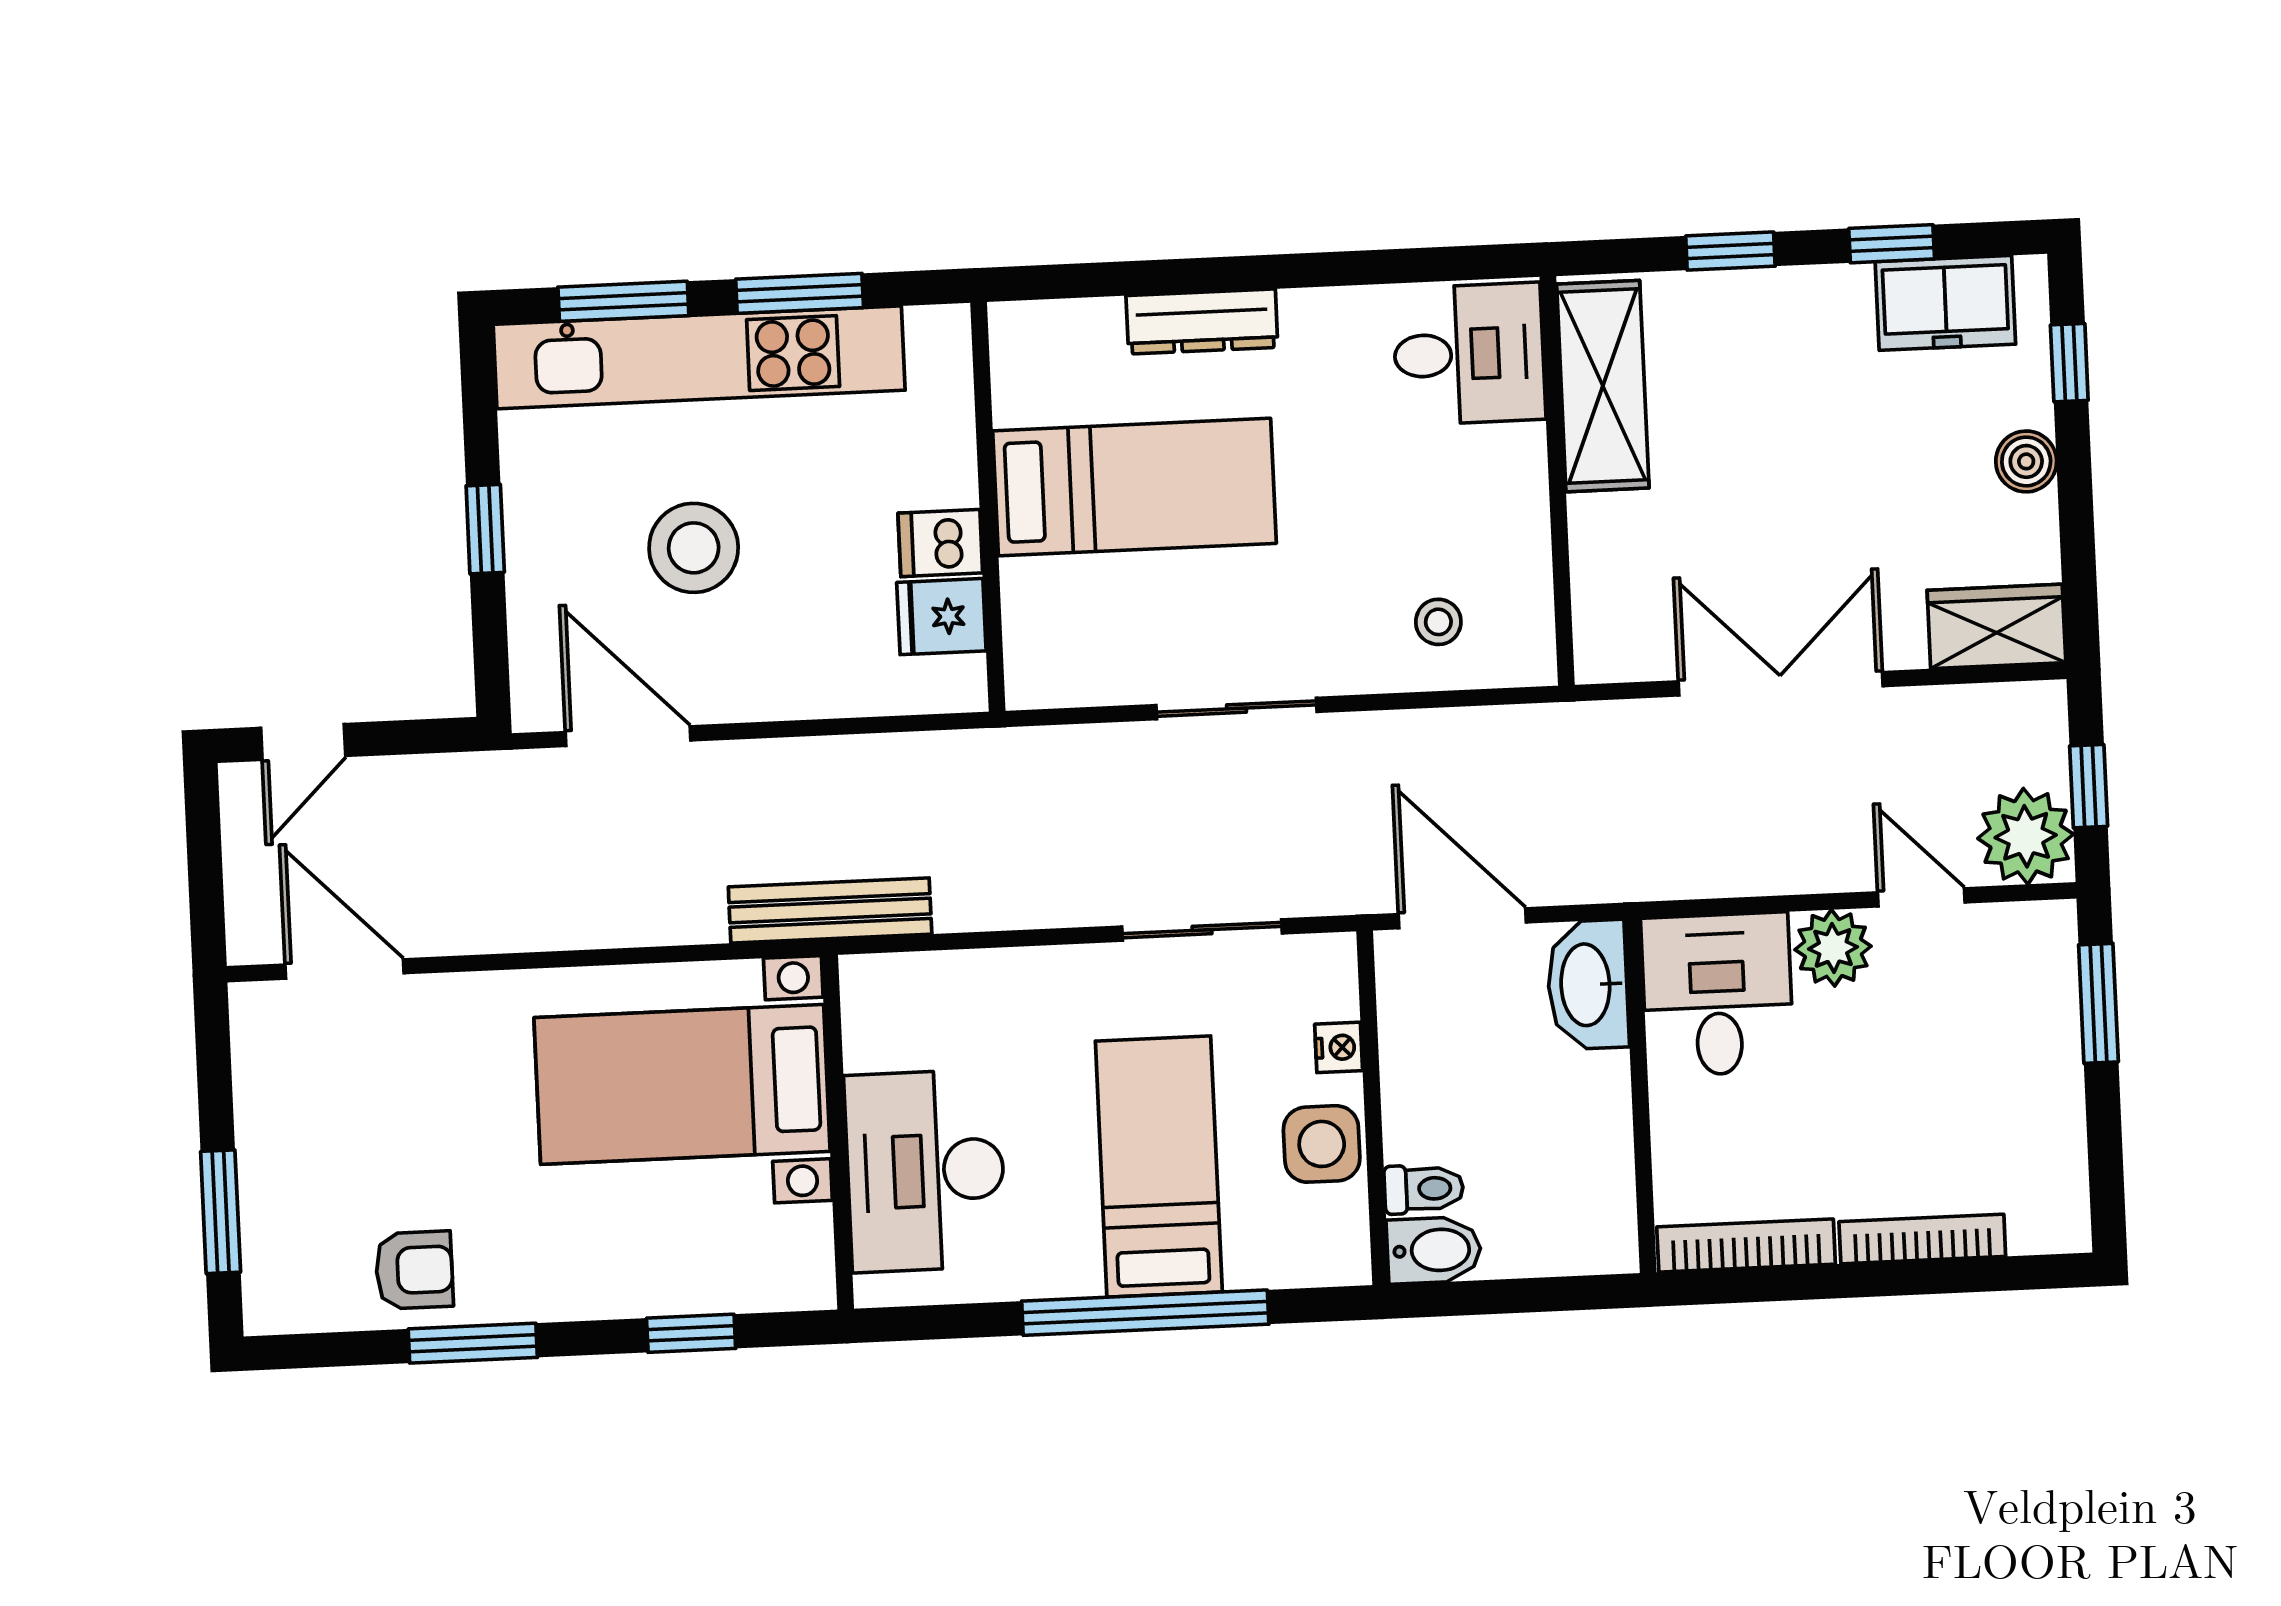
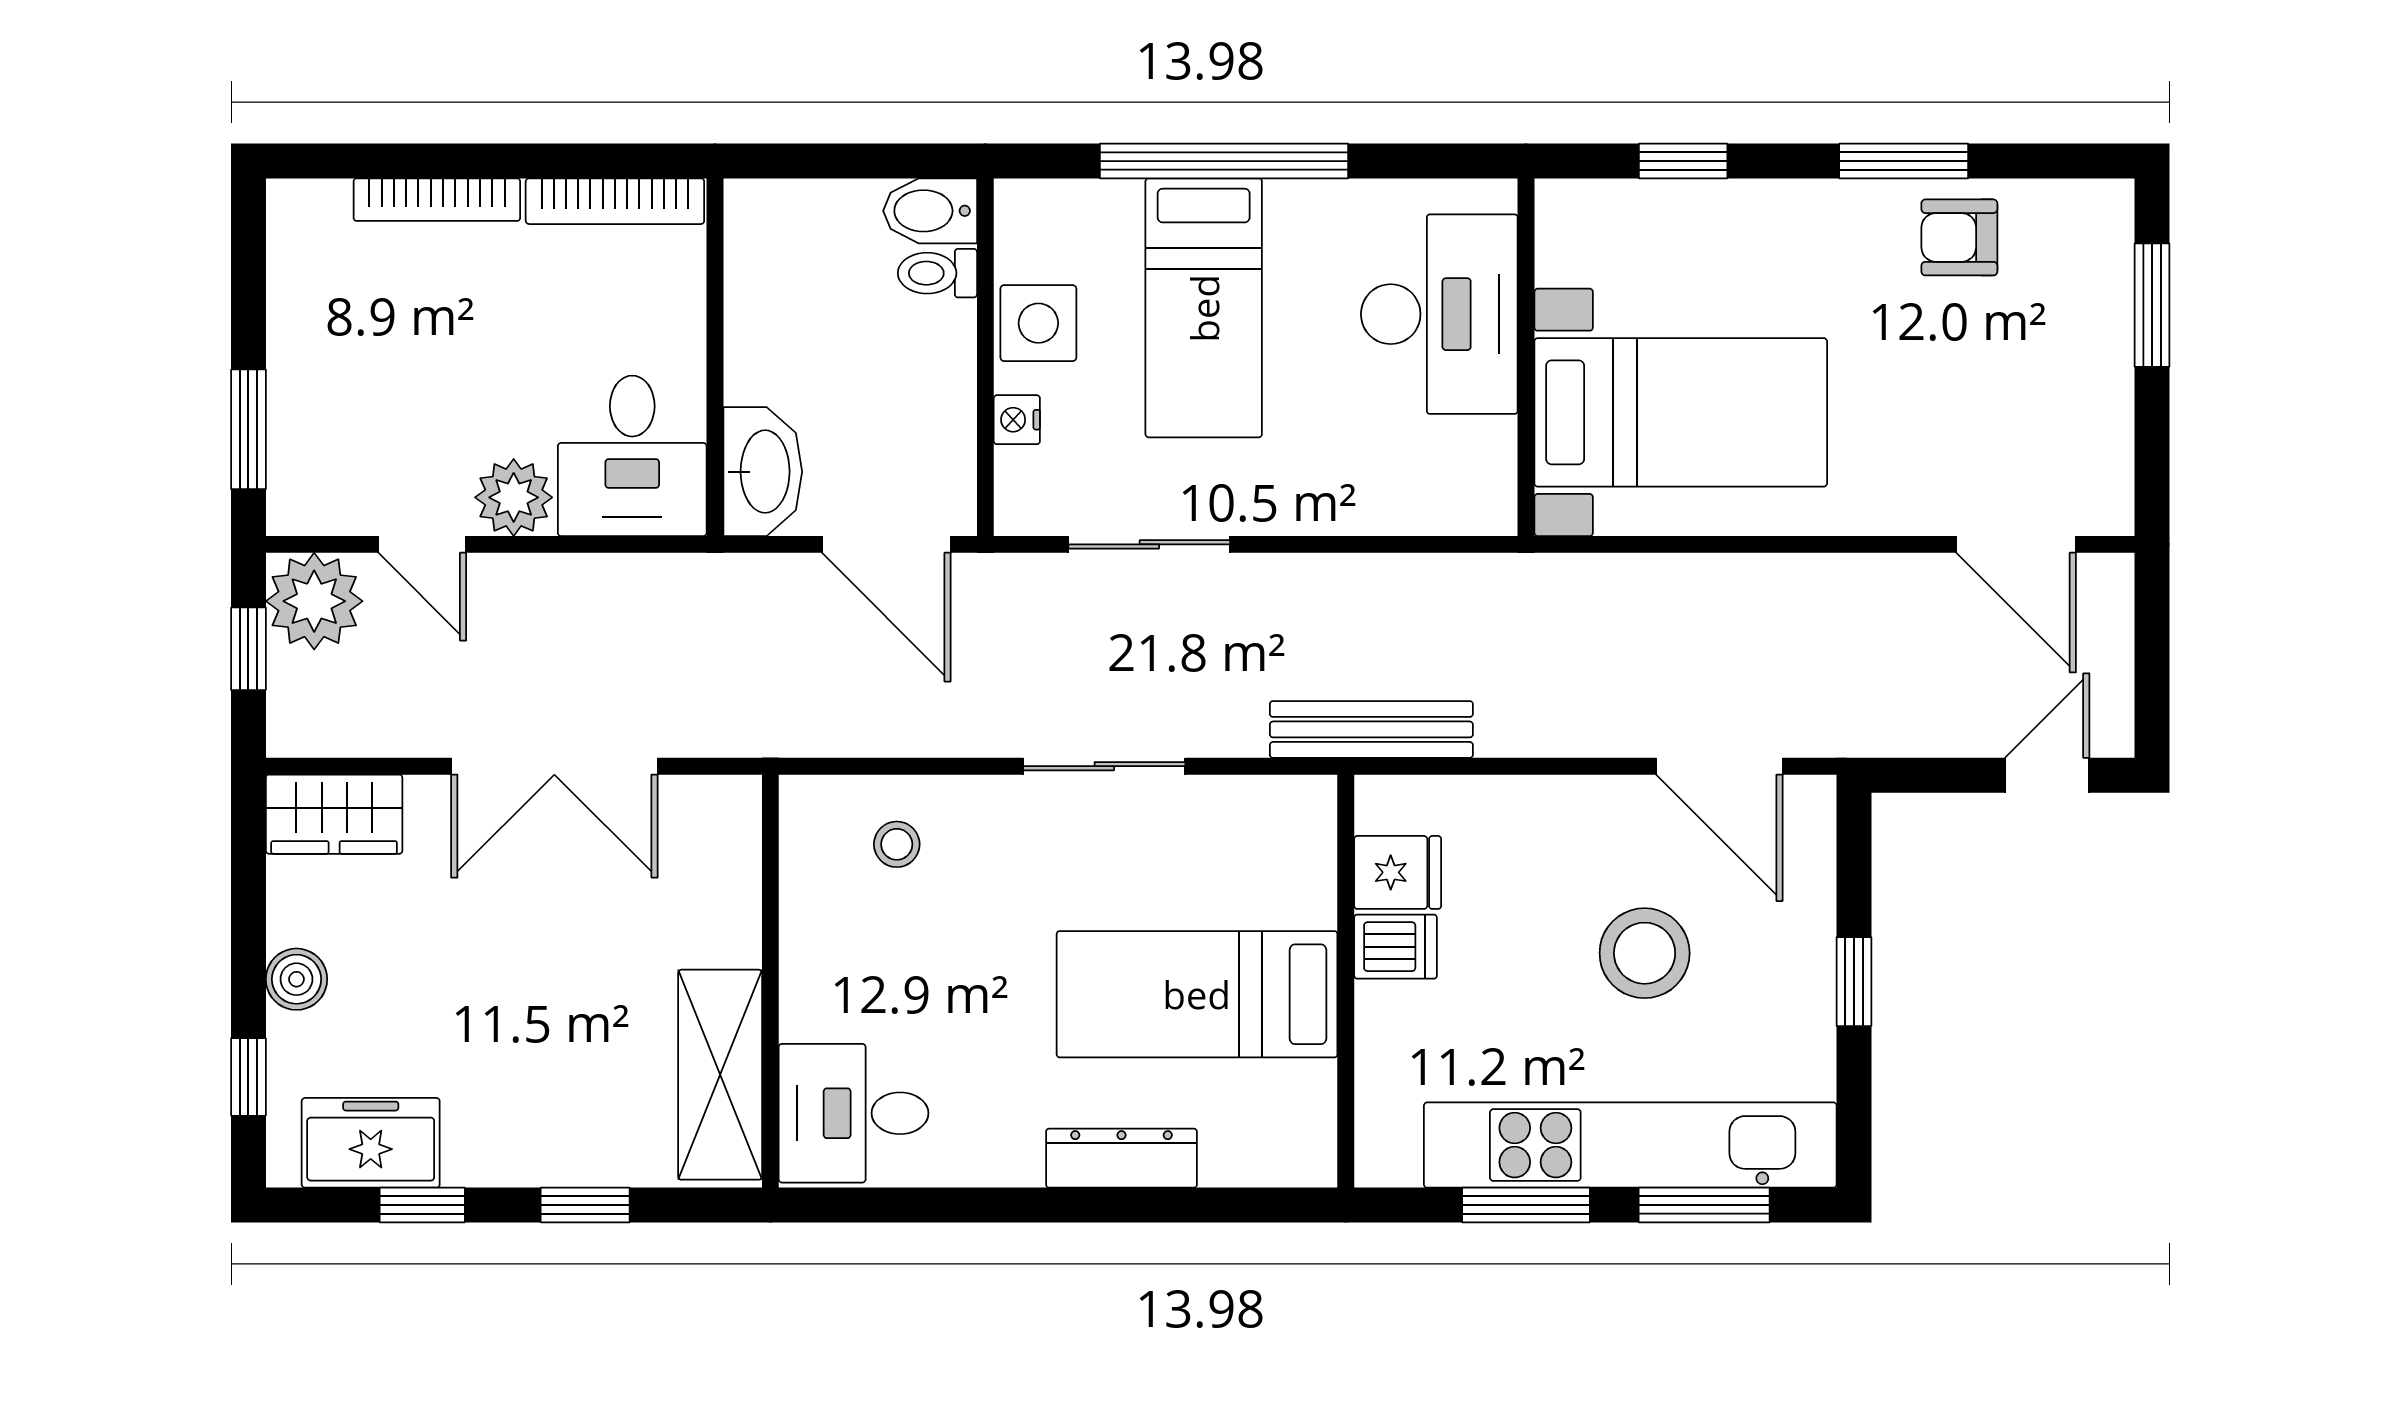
bench: (830, 910) -> (1371, 729), moved

